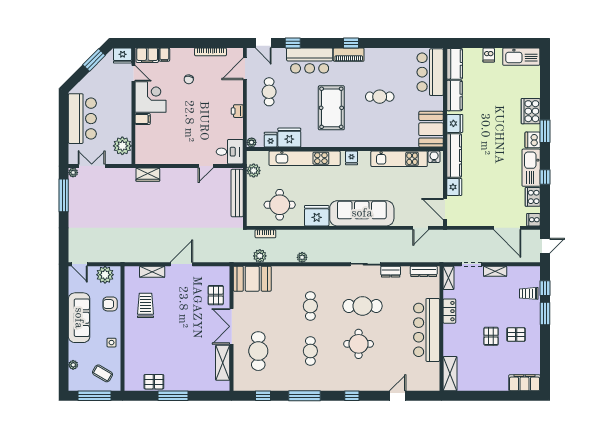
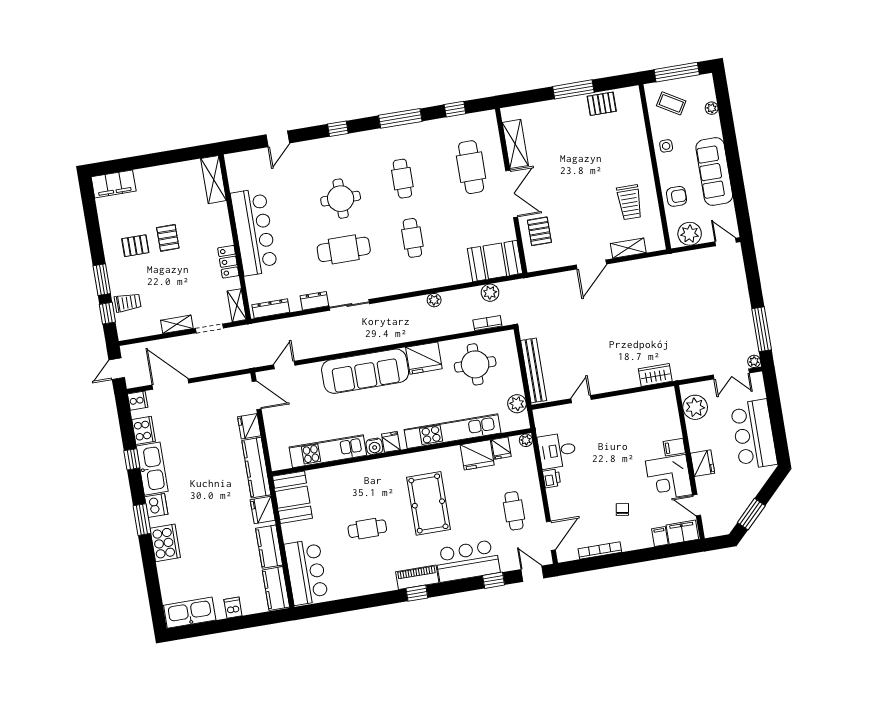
fridge: (123, 56) -> (703, 463), moved, turned 90
desk: (230, 152) -> (557, 451), moved
water cooler: (434, 157) -> (374, 446), moved

